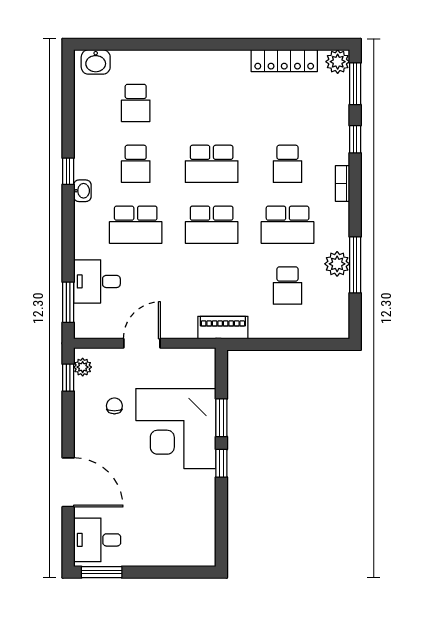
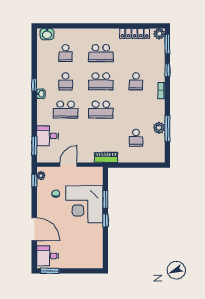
school desk: (288, 225) -> (101, 53), moved

